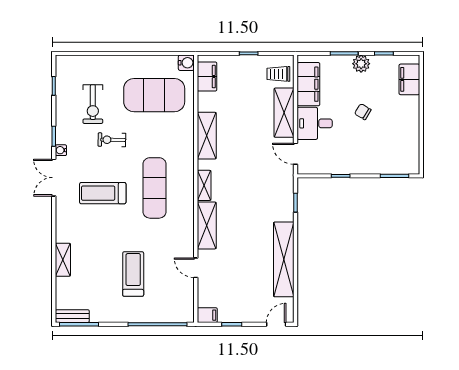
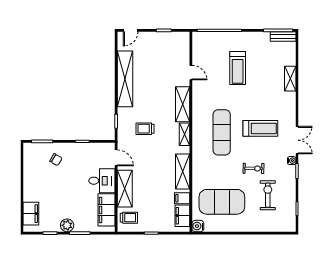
chair: (363, 112) -> (56, 160), moved
trolley: (257, 193) -> (145, 129), added
filing cabinet: (207, 315) -> (182, 198), moved

